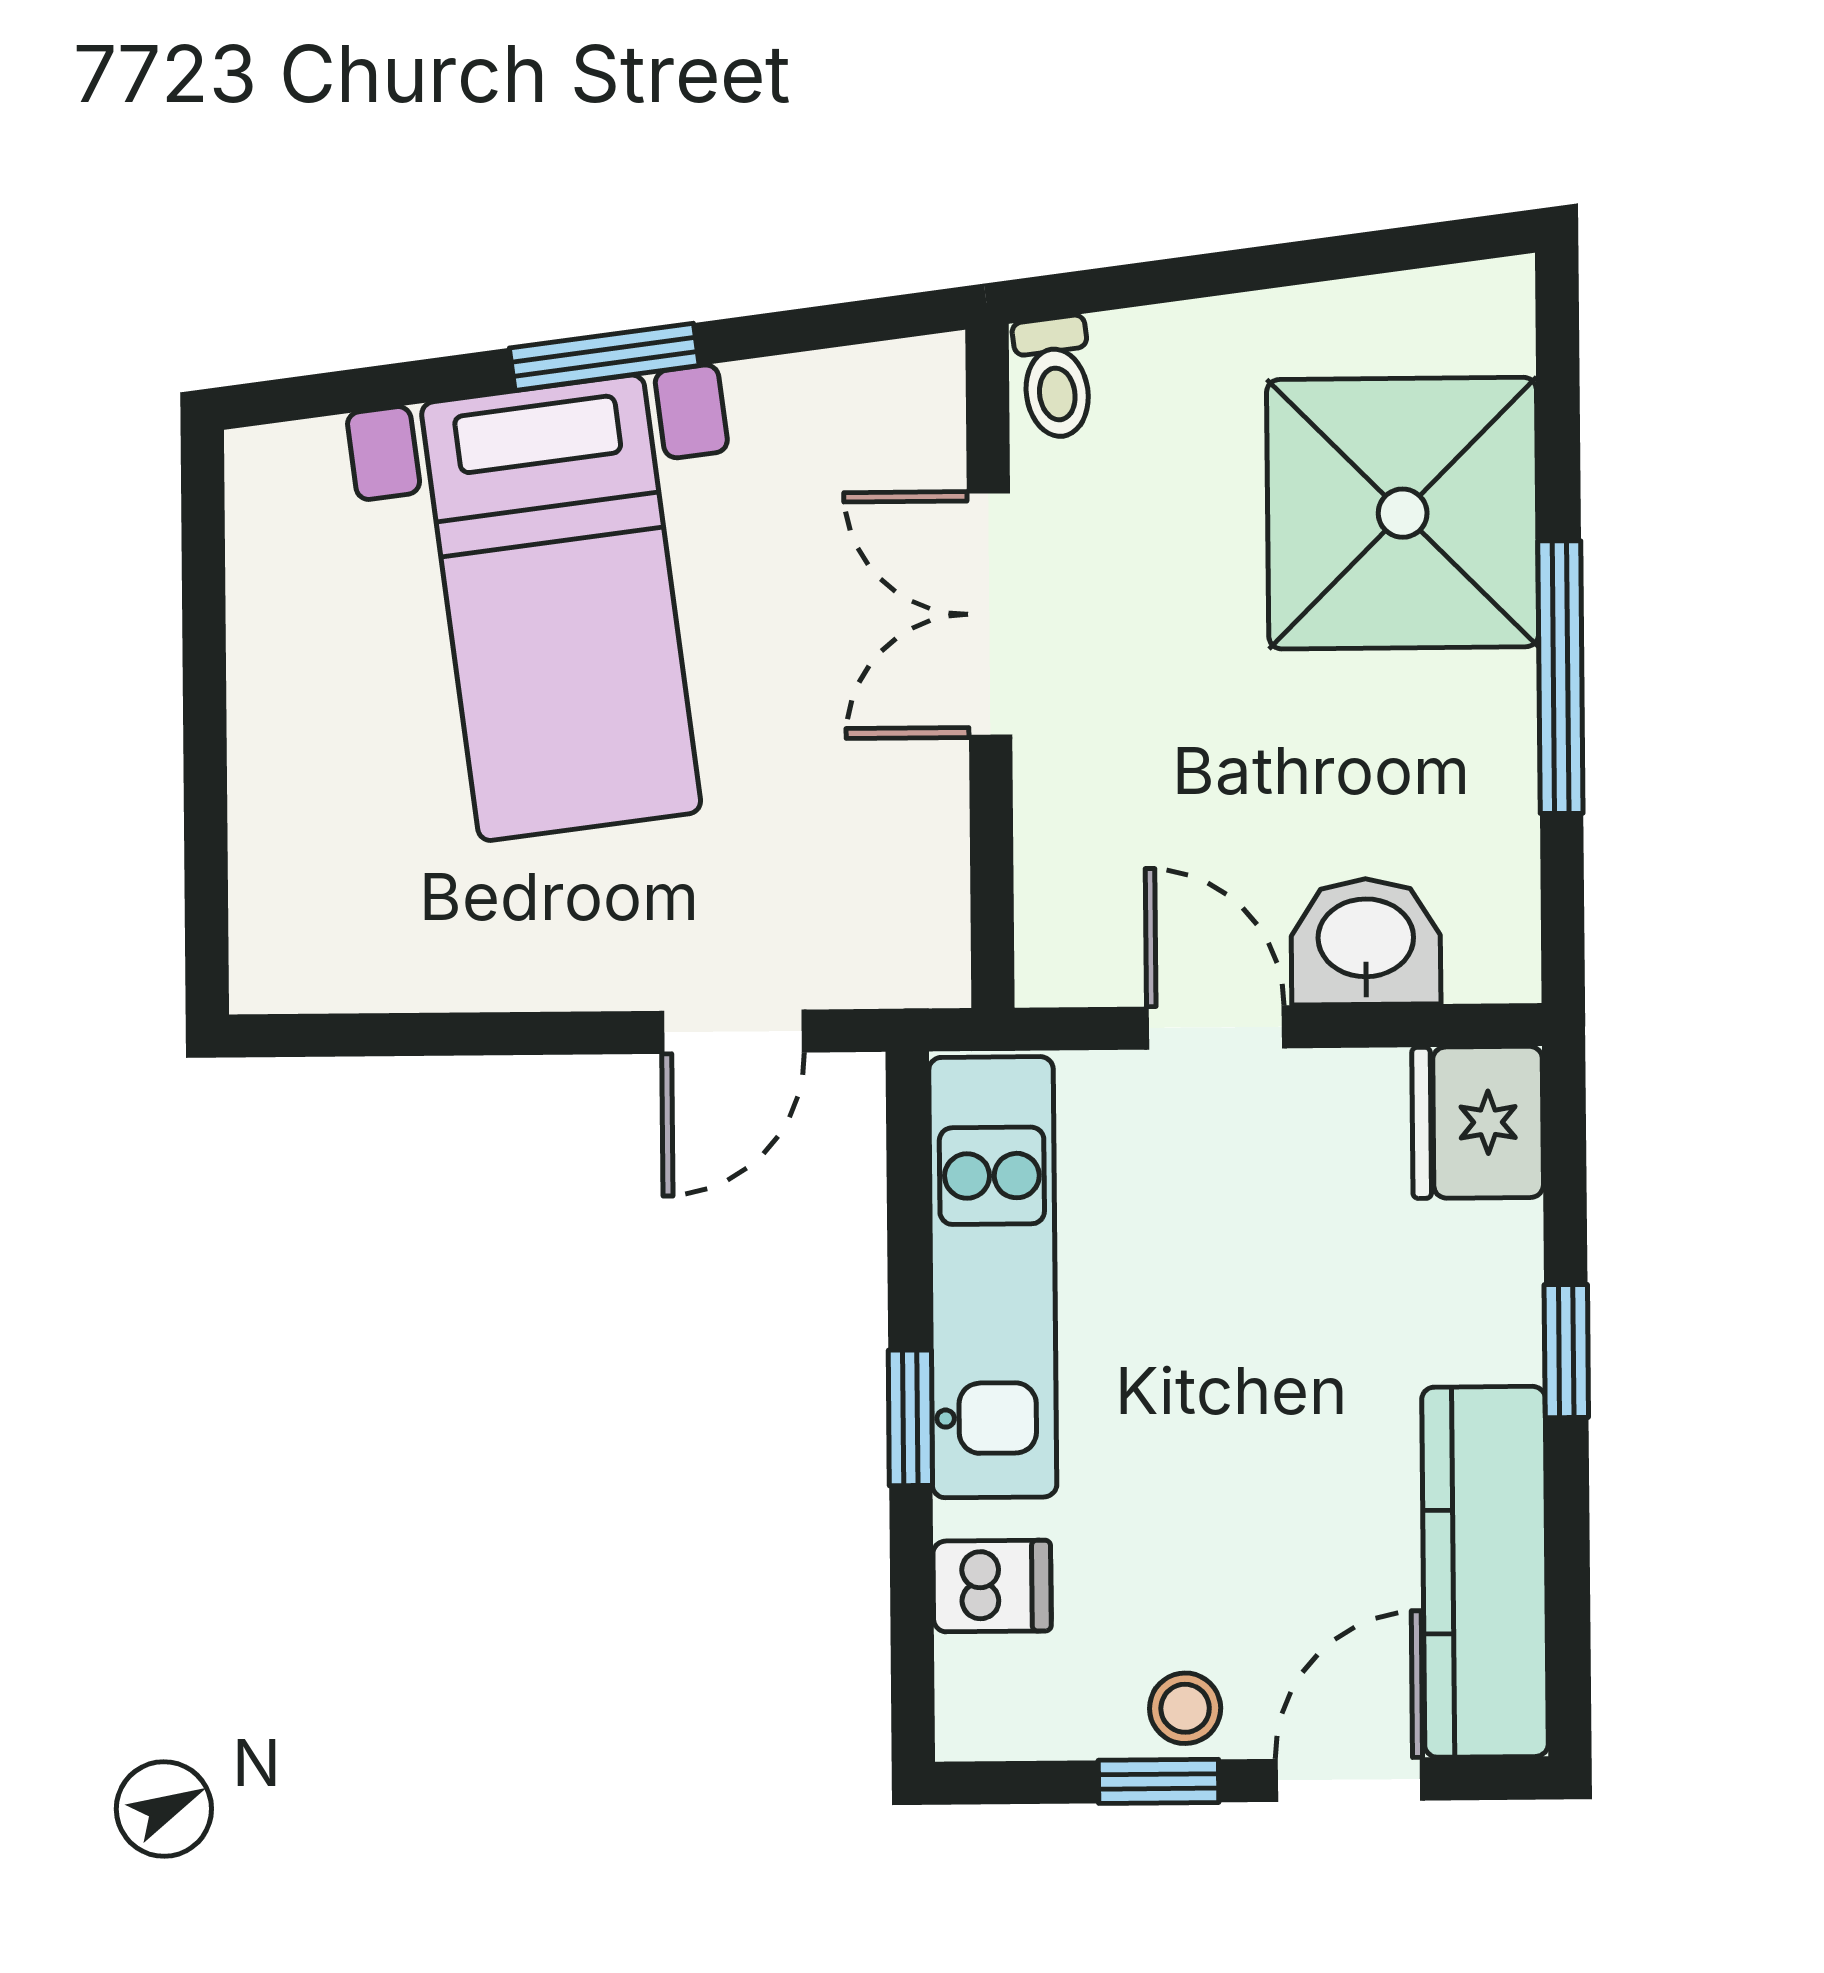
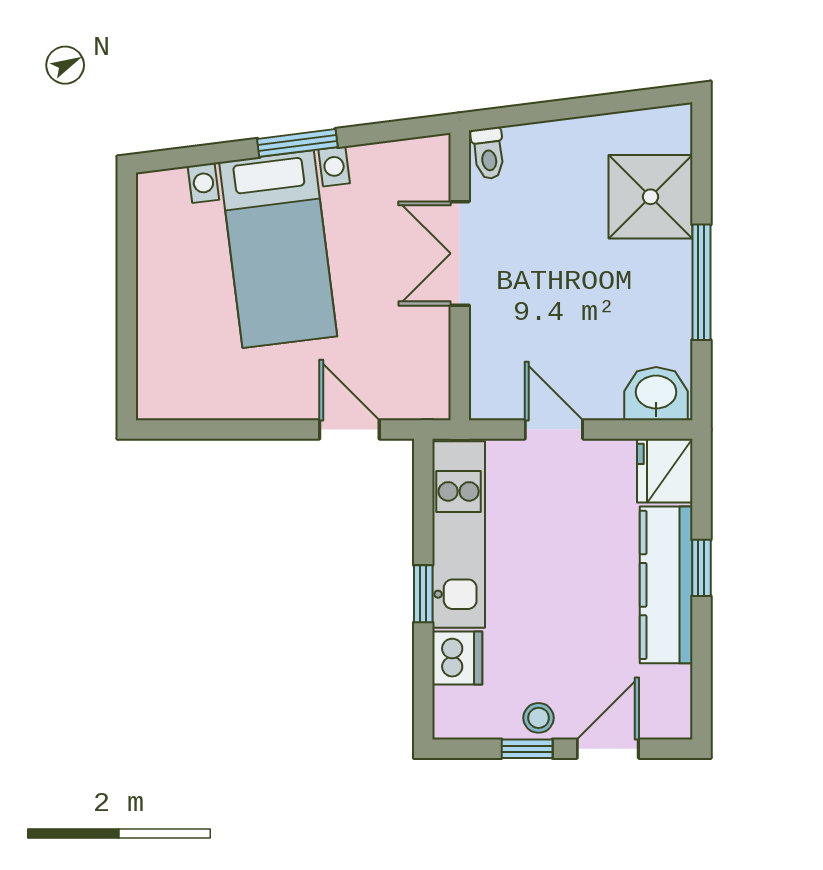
shower: (1403, 513) -> (650, 197), width x0.73, depth x0.73
washbasin: (1366, 942) -> (656, 394), moved
door: (733, 1032) -> (349, 429), swing flipped
kitchen counter: (1485, 1572) -> (666, 585), moved
dishwasher: (992, 1586) -> (457, 658), width x1.38

